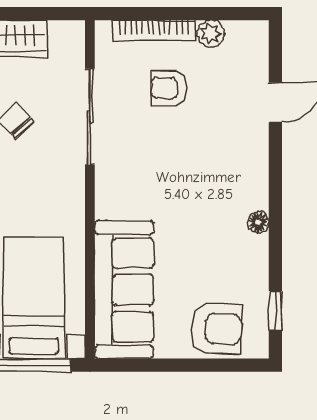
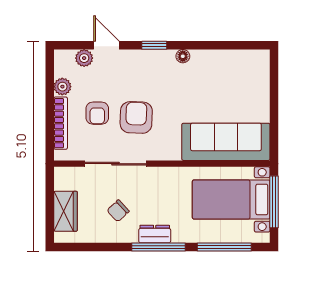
plant: (255, 68) -> (84, 58), added
window: (275, 310) -> (154, 45), moved
armchair: (216, 329) -> (136, 117), moved

